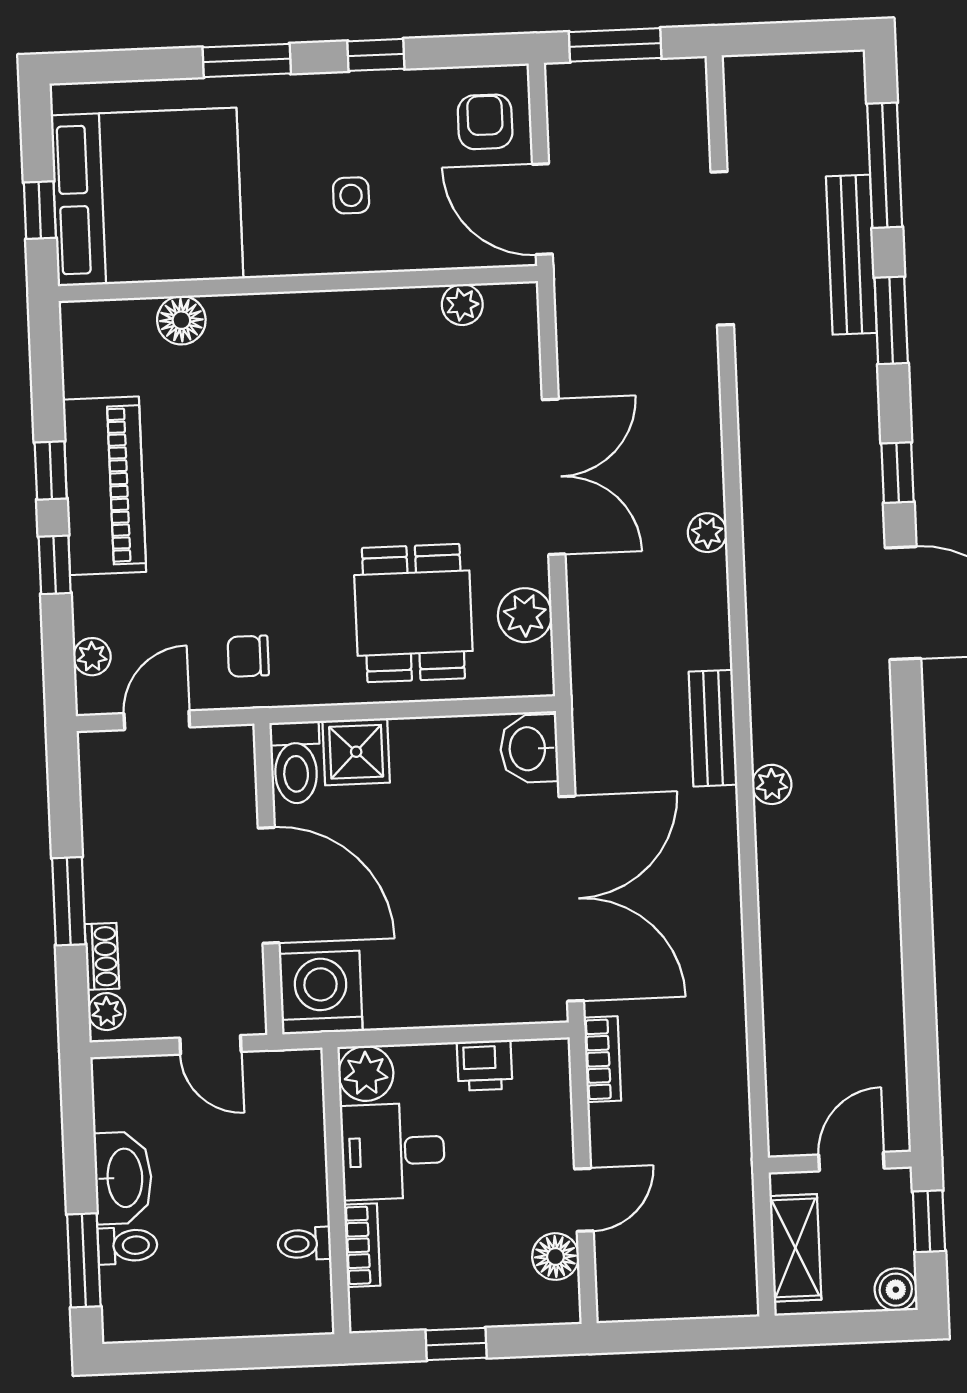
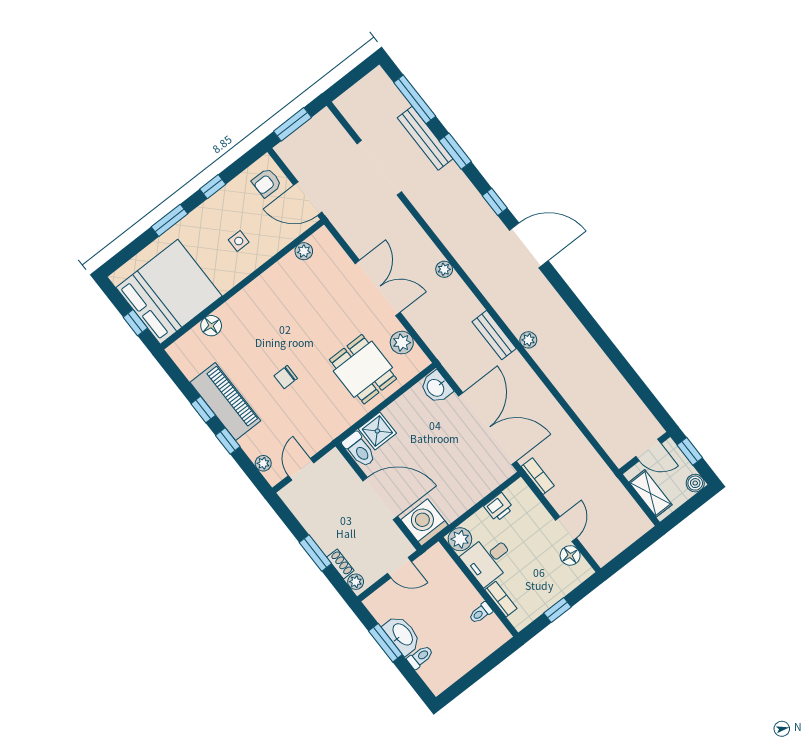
armchair: (485, 122) -> (267, 183), turned -90
chair: (248, 656) -> (286, 377), moved
door: (851, 1162) -> (648, 450), swing flipped
window: (84, 1260) -> (385, 643), moved

